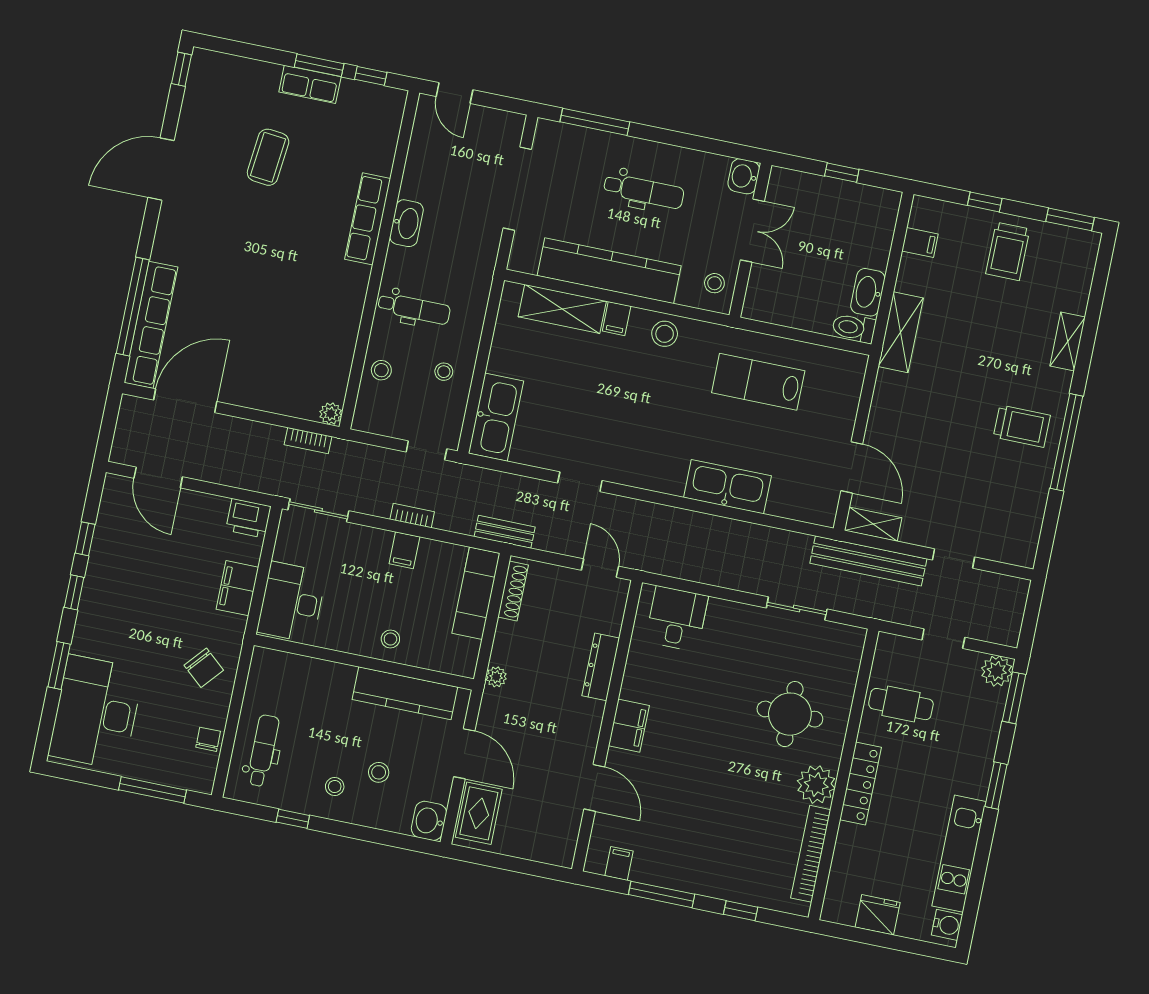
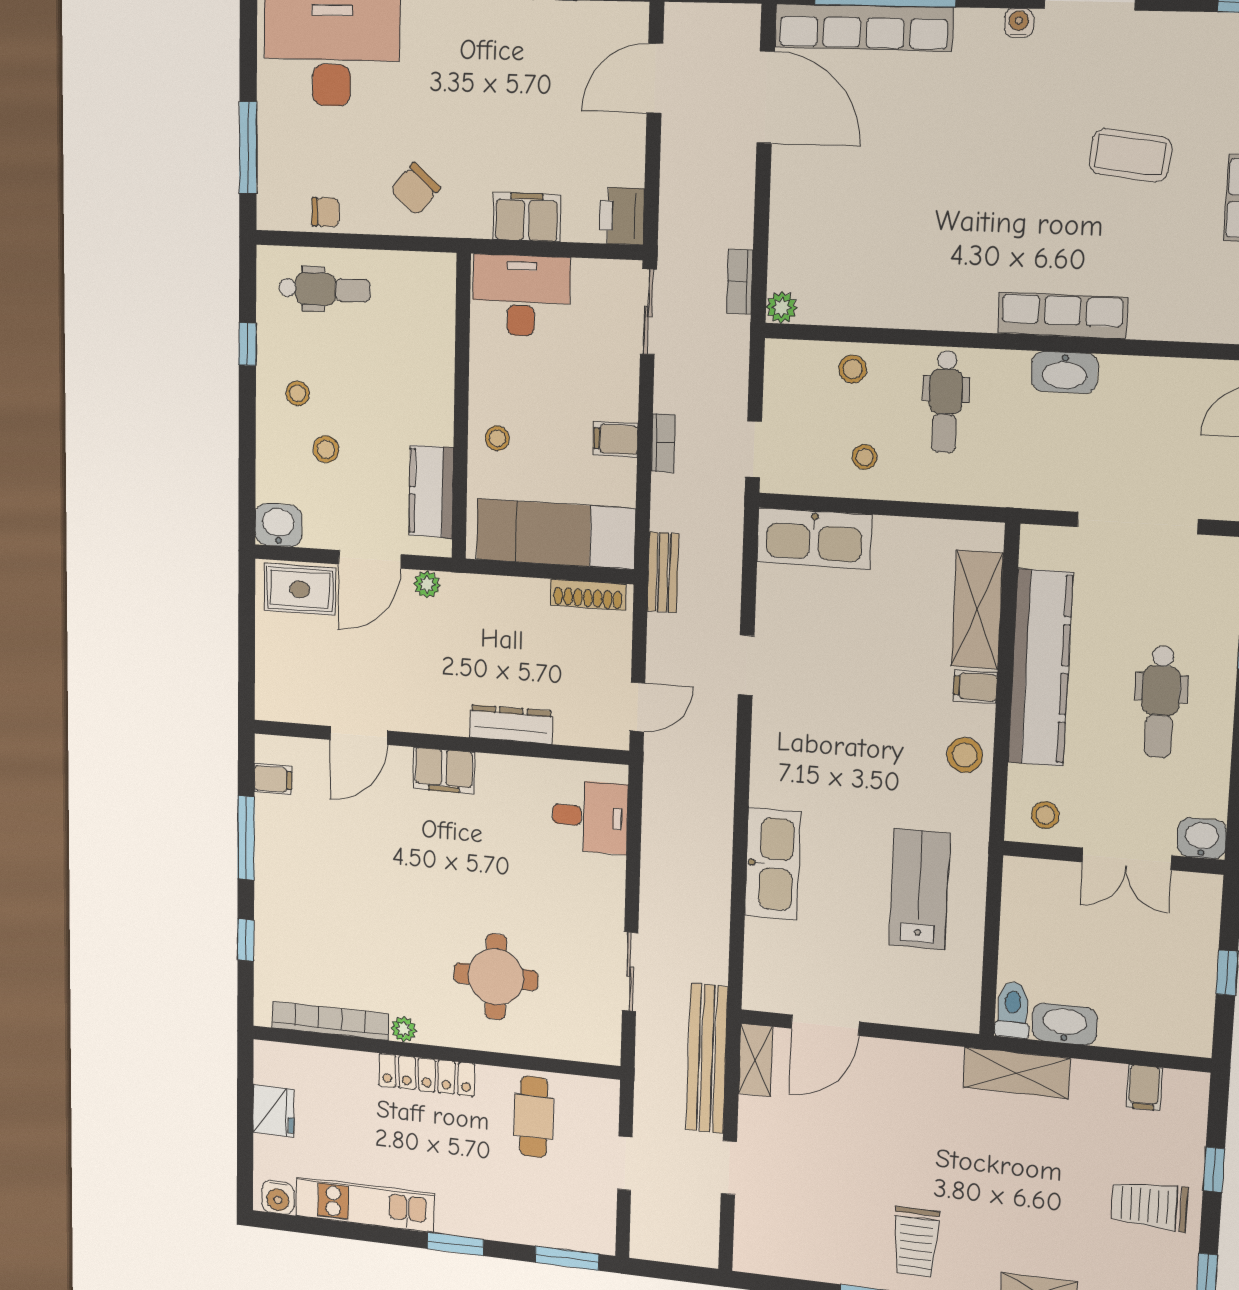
water cooler: (167, 219) -> (1019, 23), added
exam couch: (476, 593) -> (556, 534), width x1.36, depth x1.45
plant: (997, 671) -> (596, 1234), removed
plant: (496, 677) -> (427, 584), moved
kitchen counter: (405, 693) -> (431, 492), width x0.67
plant: (816, 785) -> (404, 1029), width x0.53, depth x0.53

